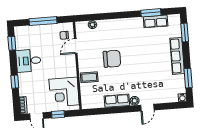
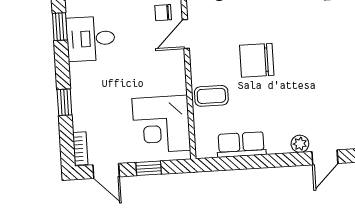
chair: (112, 59) -> (257, 60), turned 180
desk: (28, 61) -> (91, 39), moved
row of seats: (117, 101) -> (241, 145), moved

